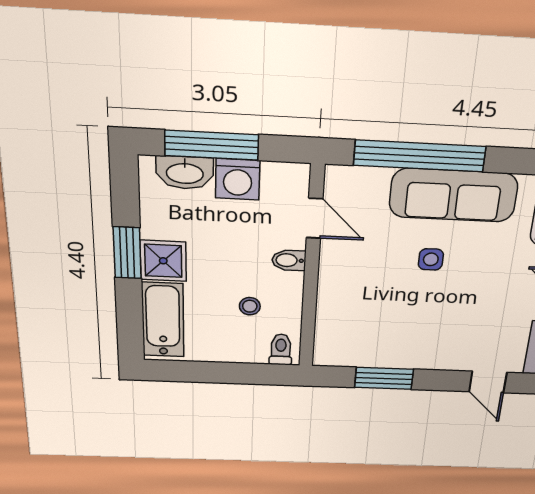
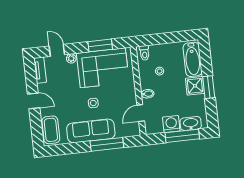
window: (420, 156) -> (107, 144), width x0.68
door: (315, 218) -> (141, 113), hinge flipped
corner sofa: (389, 332) -> (103, 68), added
plant: (459, 362) -> (71, 58), added

